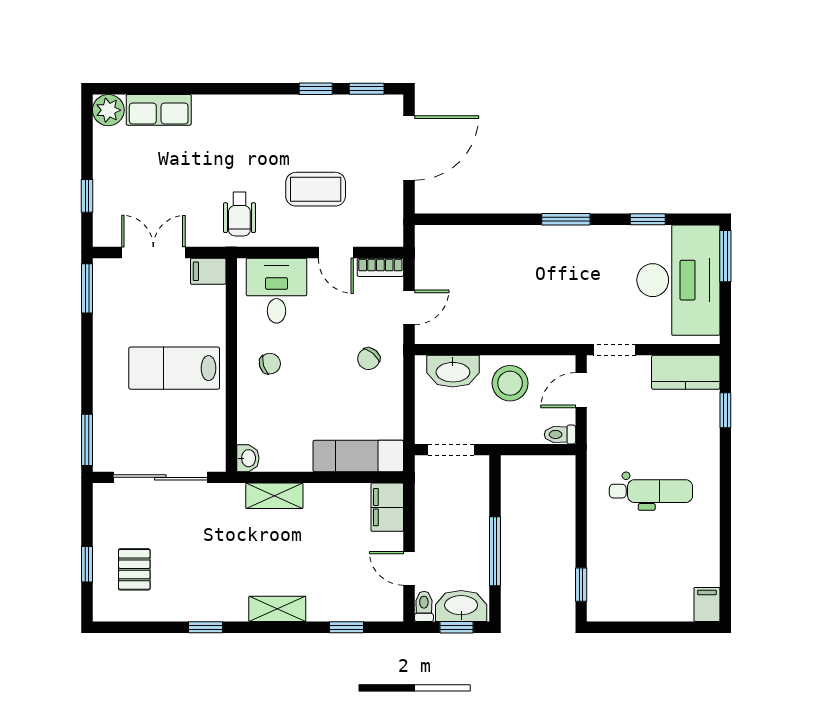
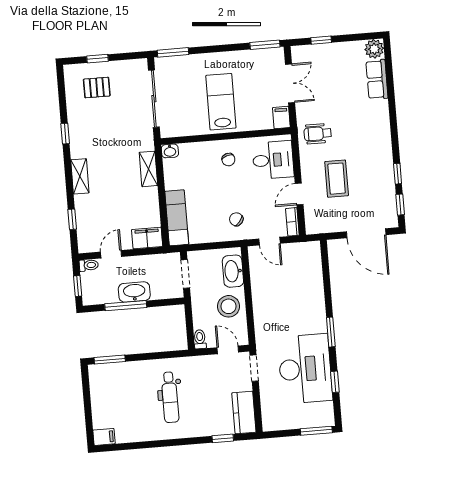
desk: (678, 280) -> (305, 369), moved, turned -90
window: (581, 585) -> (110, 360), width x1.50
washbasin: (461, 606) -> (134, 292), moved, turned -90

